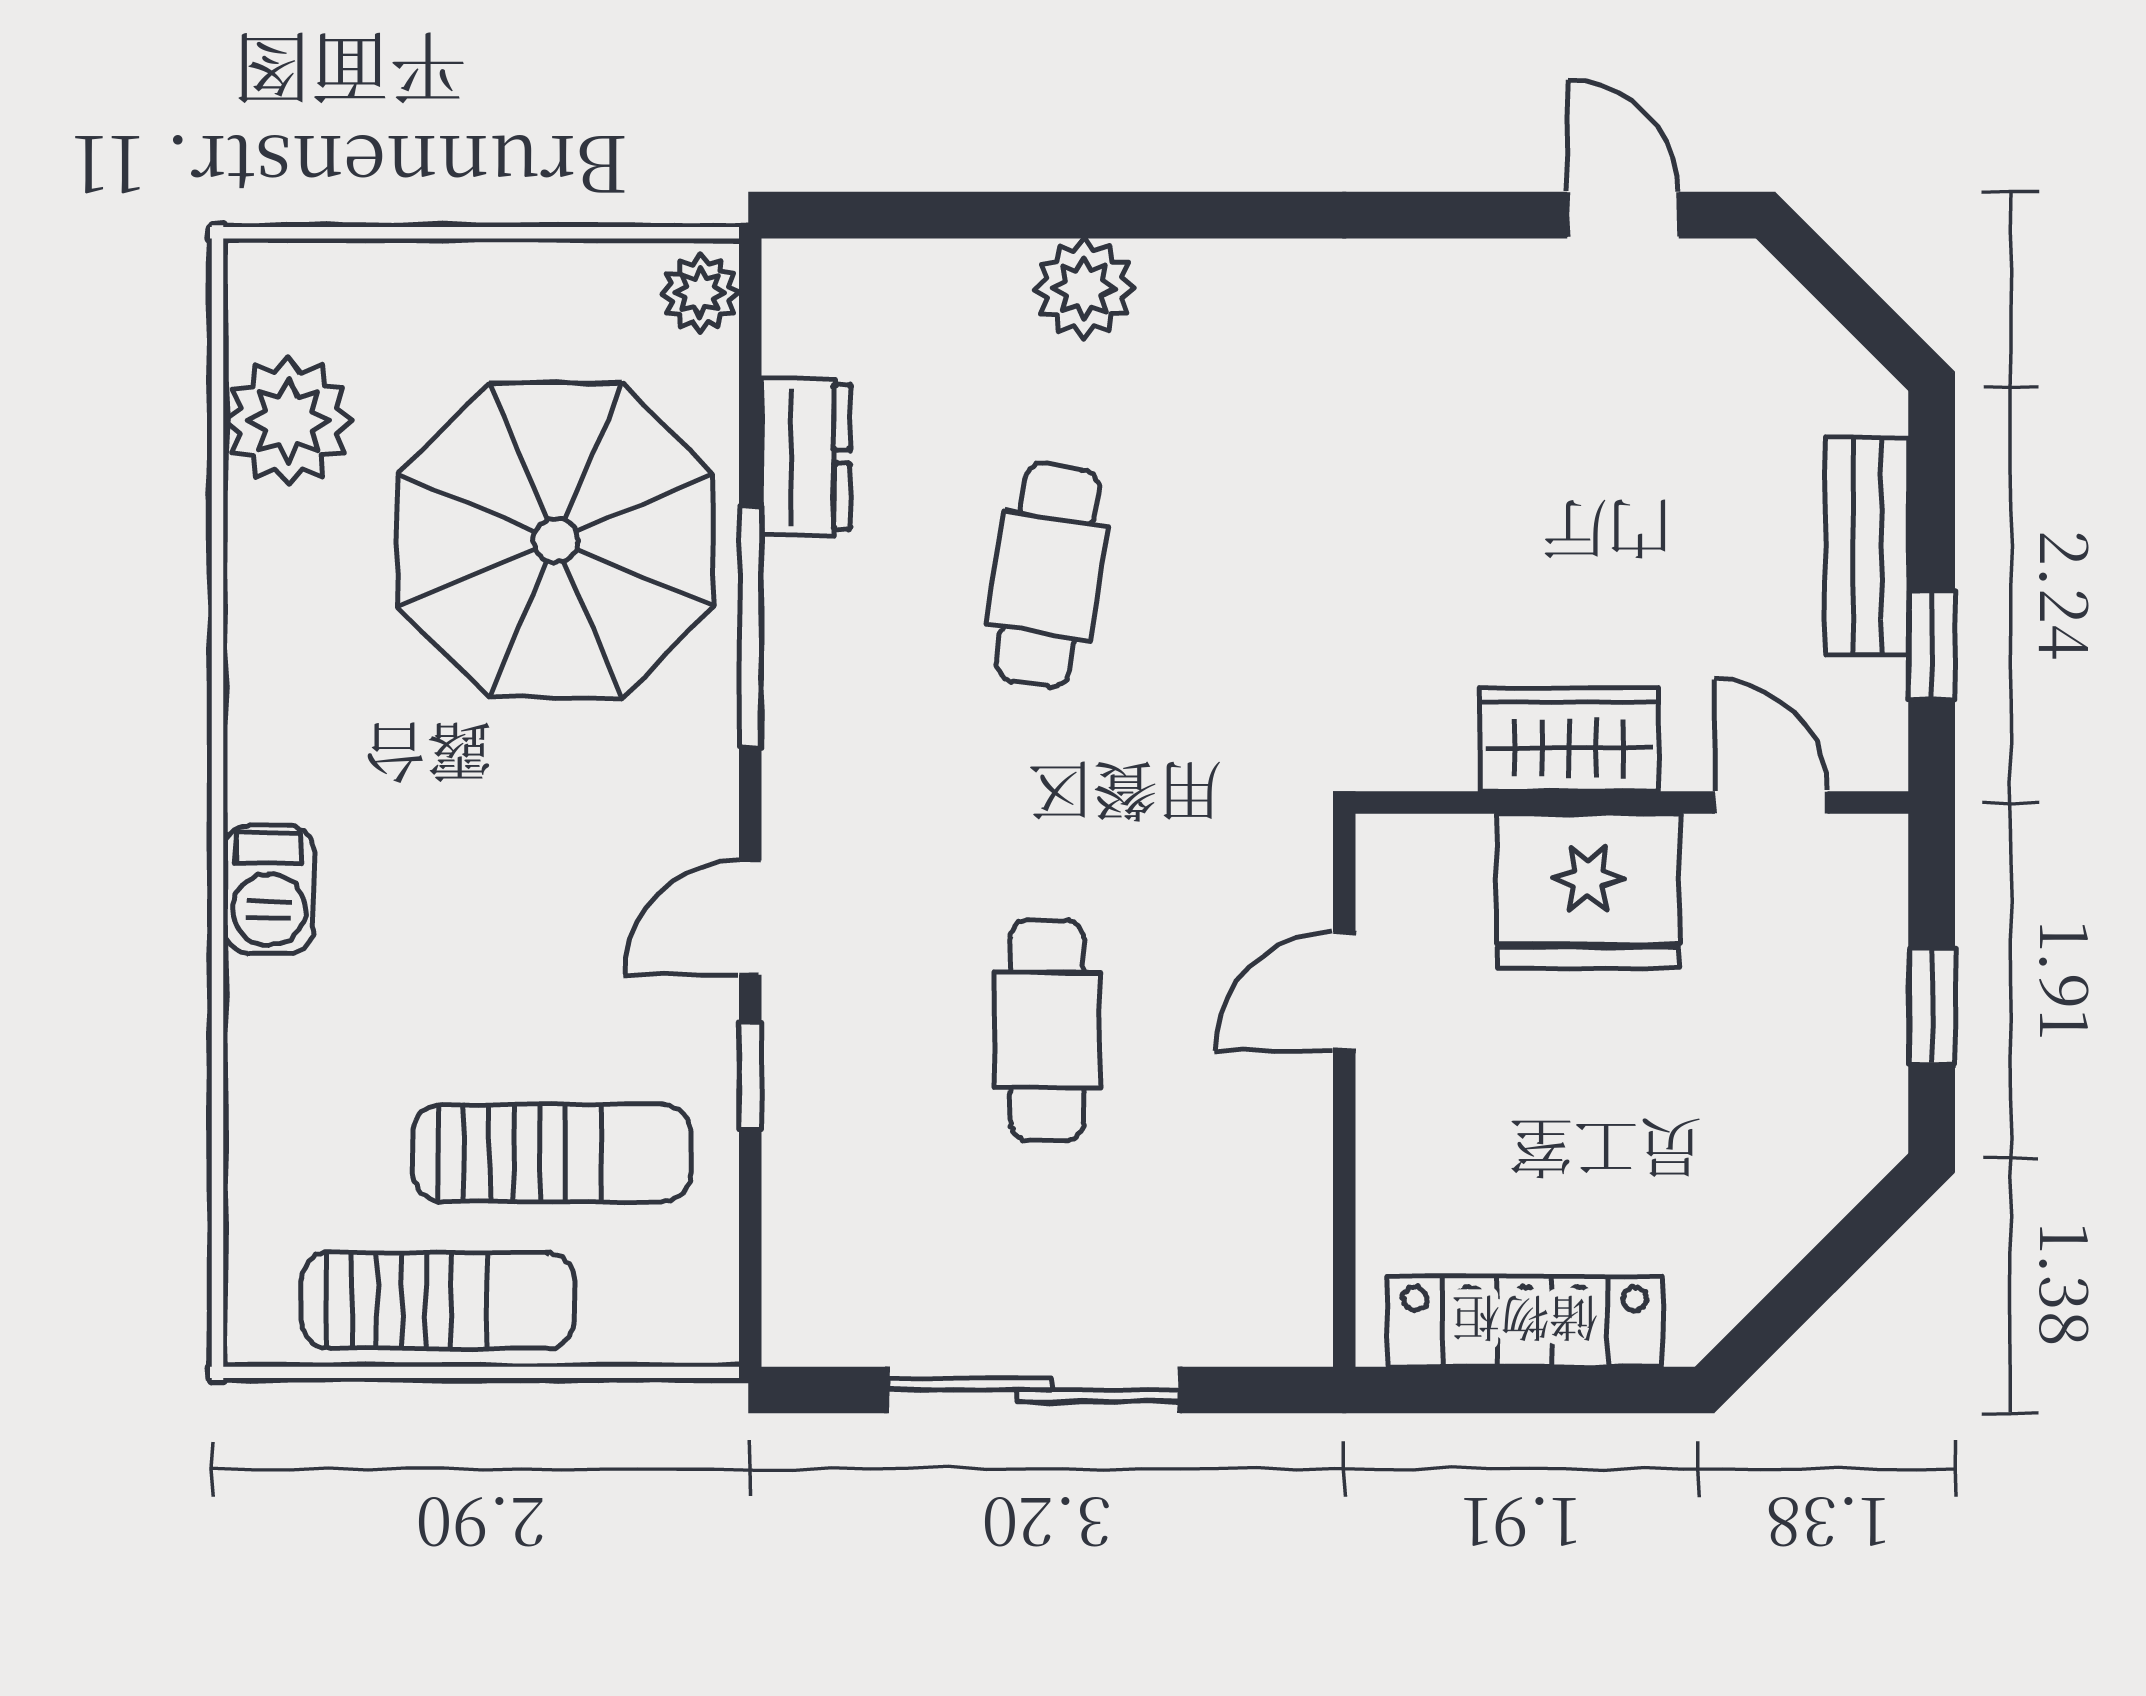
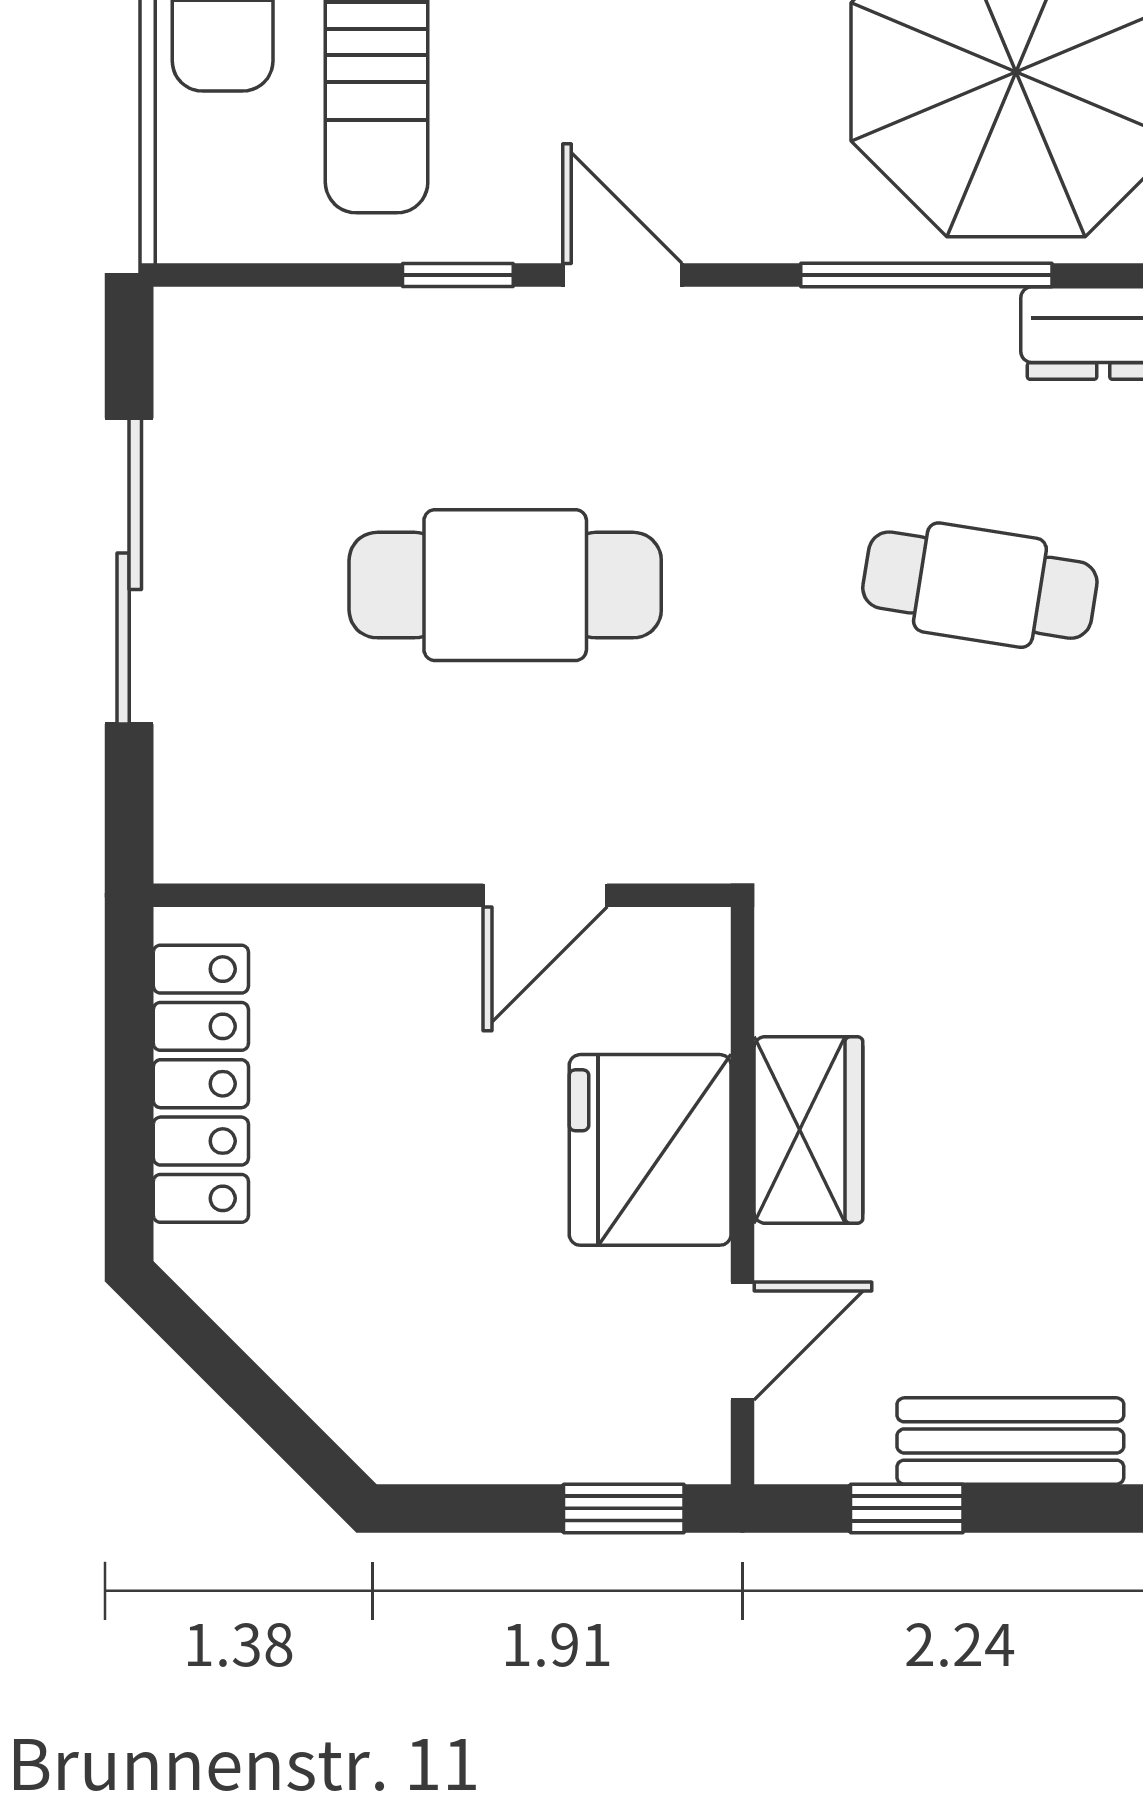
door: (1344, 992) -> (545, 895), swing flipped
window: (1932, 1006) -> (624, 1508), moved
cafe table: (1047, 1030) -> (505, 585), width x1.37, depth x1.35

